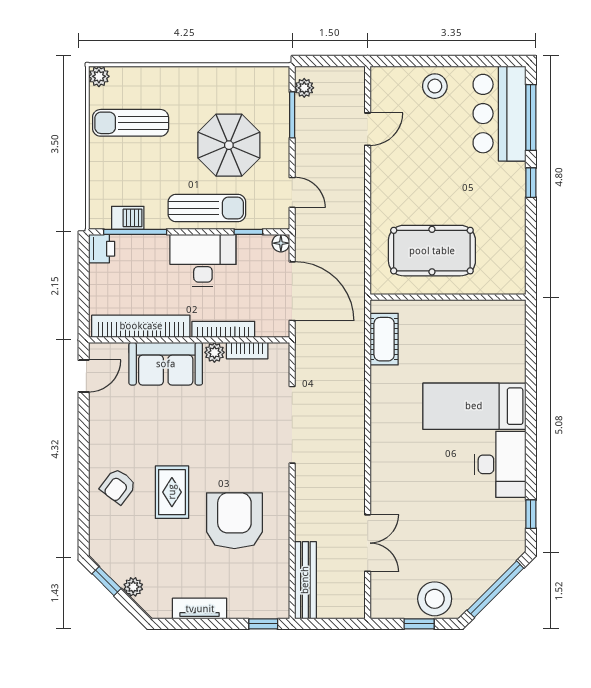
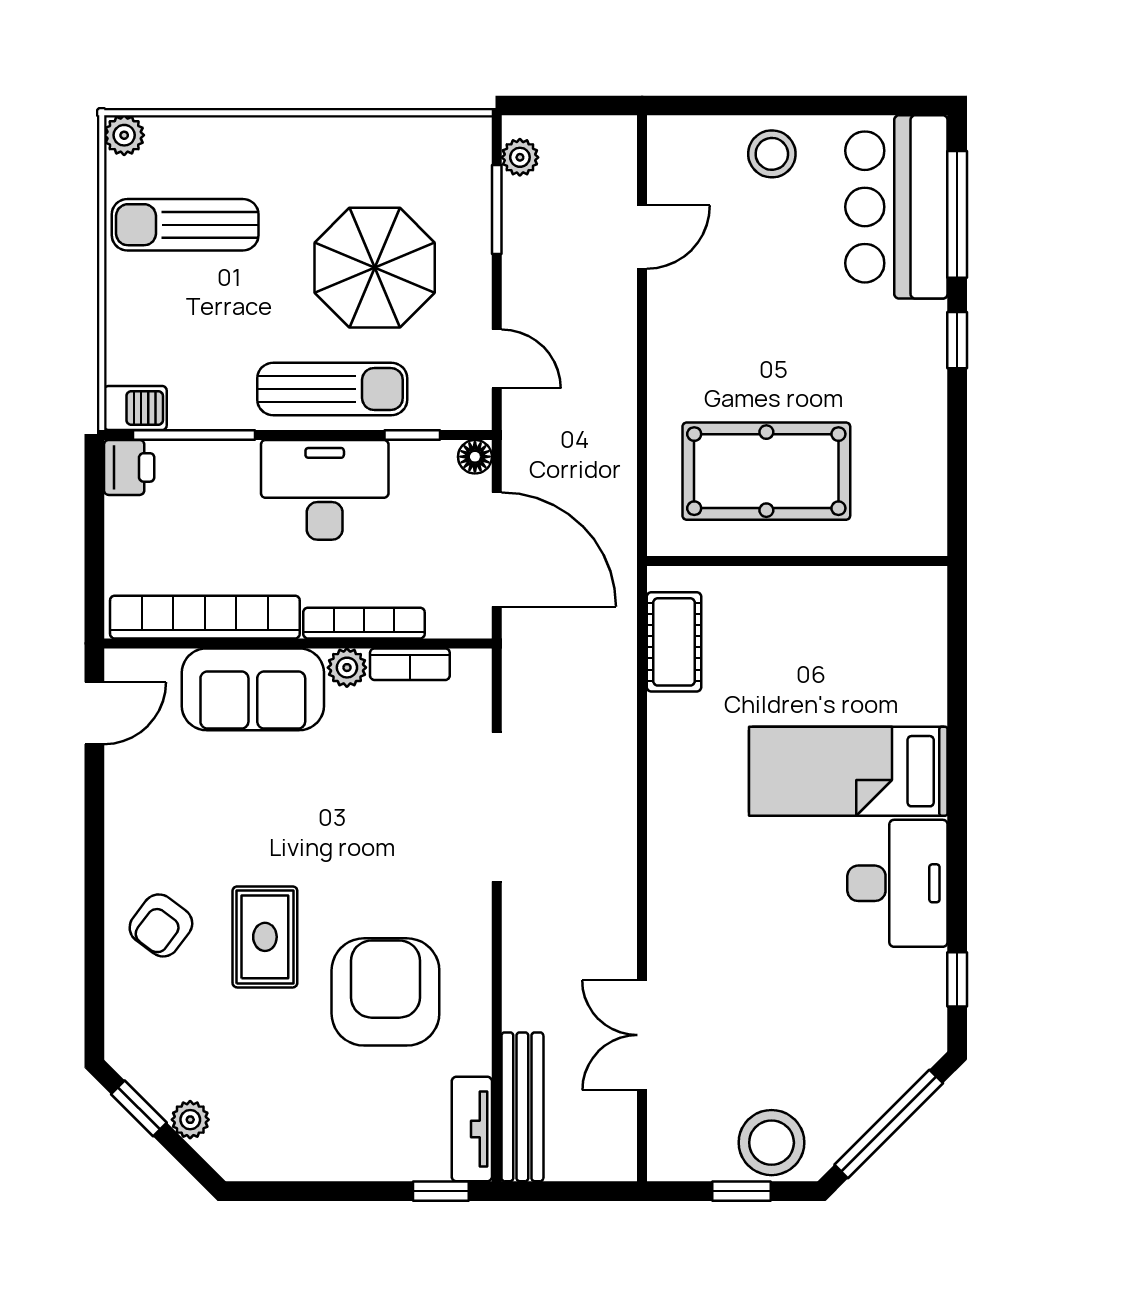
barbecue: (128, 218) -> (135, 408), moved
double door: (368, 543) -> (642, 1035), swing flipped
tv unit: (200, 609) -> (472, 1129), moved, turned -90

